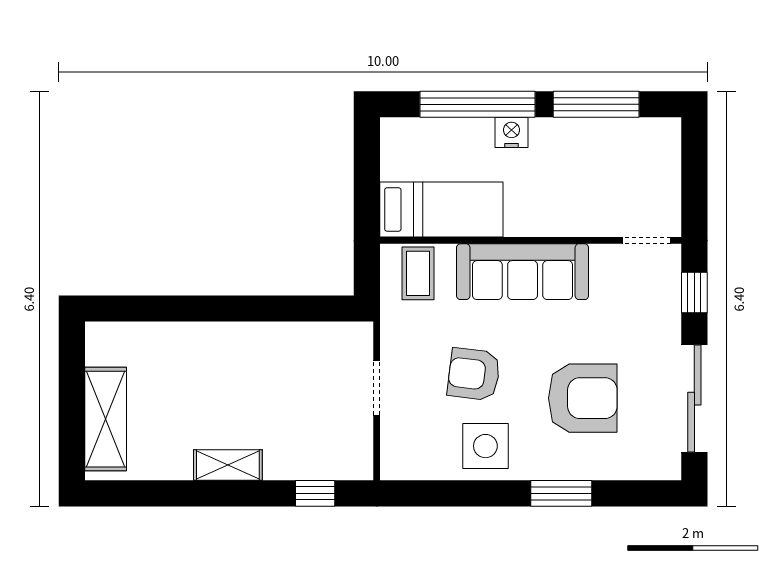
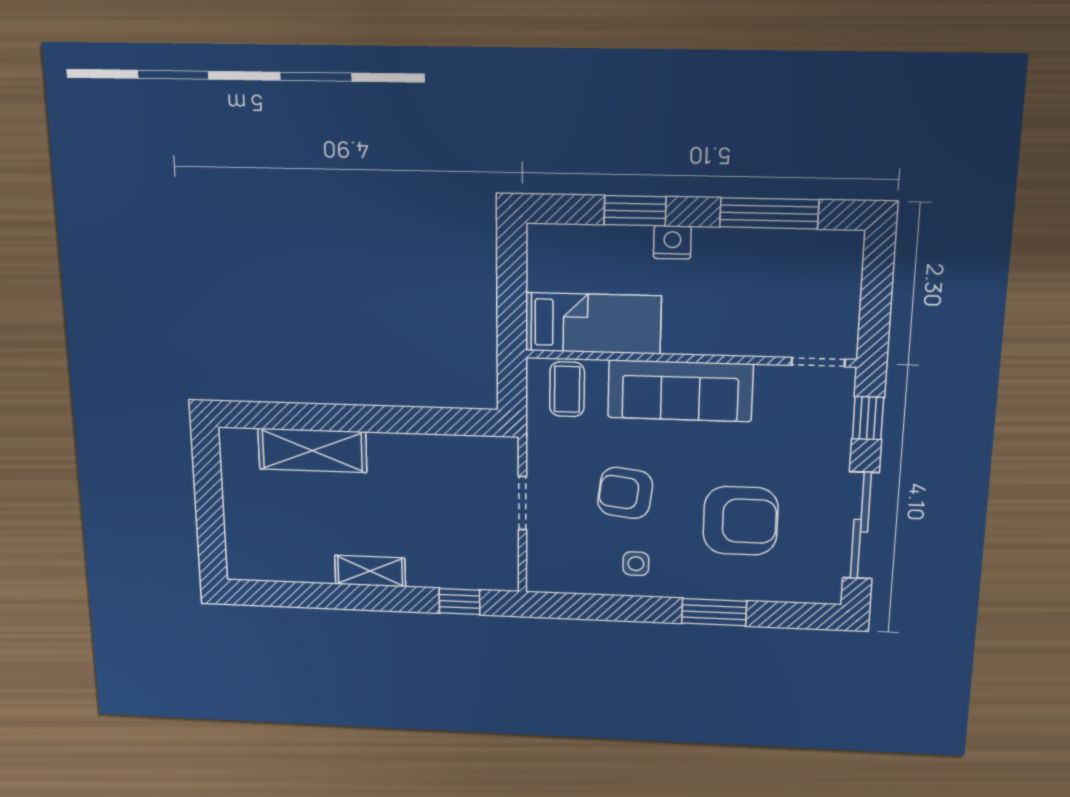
window: (478, 104) -> (635, 211), width x0.47
shelving: (106, 419) -> (312, 450), moved, turned 90
side table: (485, 446) -> (636, 564), width x0.54, depth x0.54

